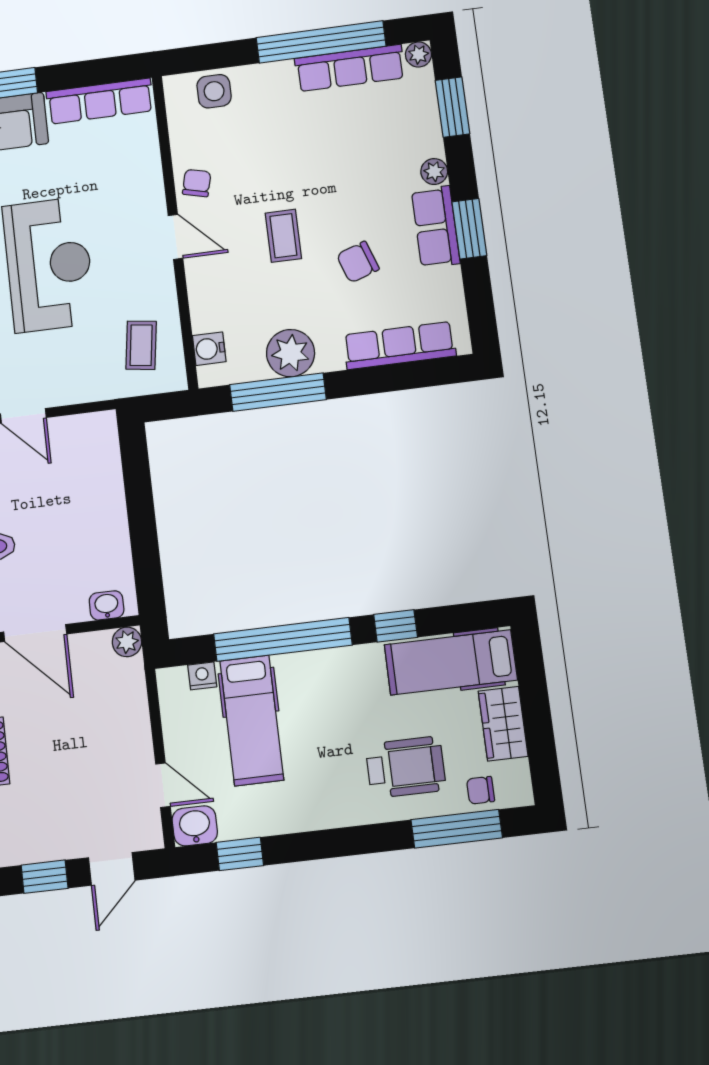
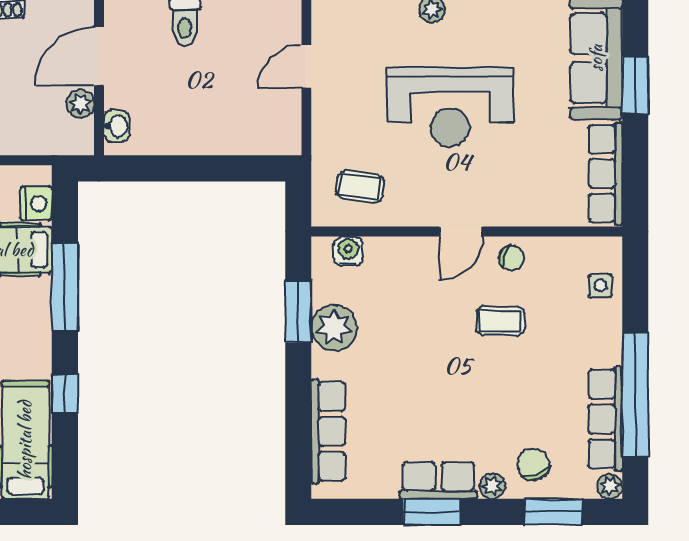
side table: (214, 91) -> (600, 285), width x0.73, depth x0.73
coffee table: (283, 236) -> (500, 321), moved
chair: (358, 262) -> (533, 464), moved
window: (278, 392) -> (298, 311), width x0.69
window: (283, 639) -> (65, 287), width x0.68
plant: (127, 642) -> (80, 104), moved
nightstand: (202, 676) -> (36, 204), width x1.39, depth x1.35

